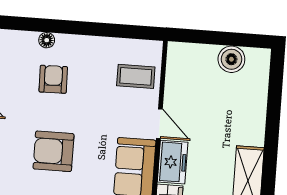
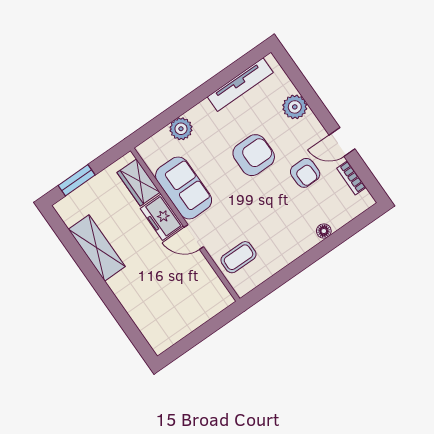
boiler: (231, 59) -> (180, 326), removed
armchair: (53, 79) -> (305, 173), moved

